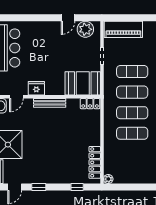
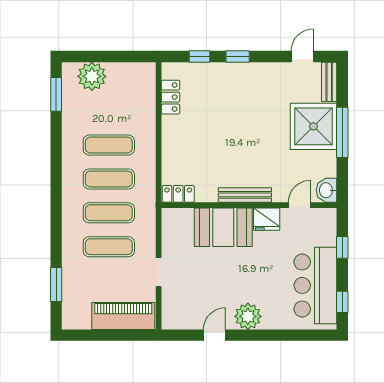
plant: (85, 29) -> (248, 316), moved
booth: (83, 83) -> (223, 227), moved
locker: (95, 162) -> (170, 97), width x0.66
plant: (108, 179) -> (92, 76), moved, width x1.87, depth x1.87
window: (39, 187) -> (238, 56), moved

